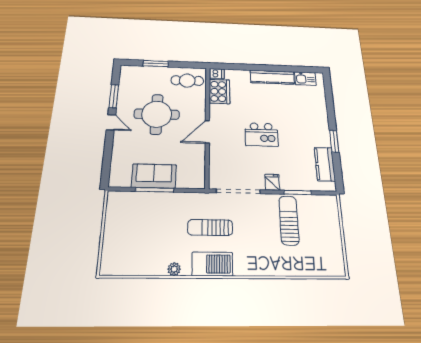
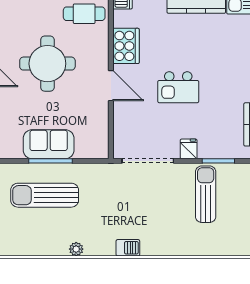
cooker: (219, 91) -> (126, 46), moved
door: (207, 132) -> (111, 86), swing flipped
sun lounger: (210, 228) -> (45, 195), moved, width x1.36, depth x1.34
barbecue: (212, 264) -> (128, 248), width x0.53, depth x0.65

